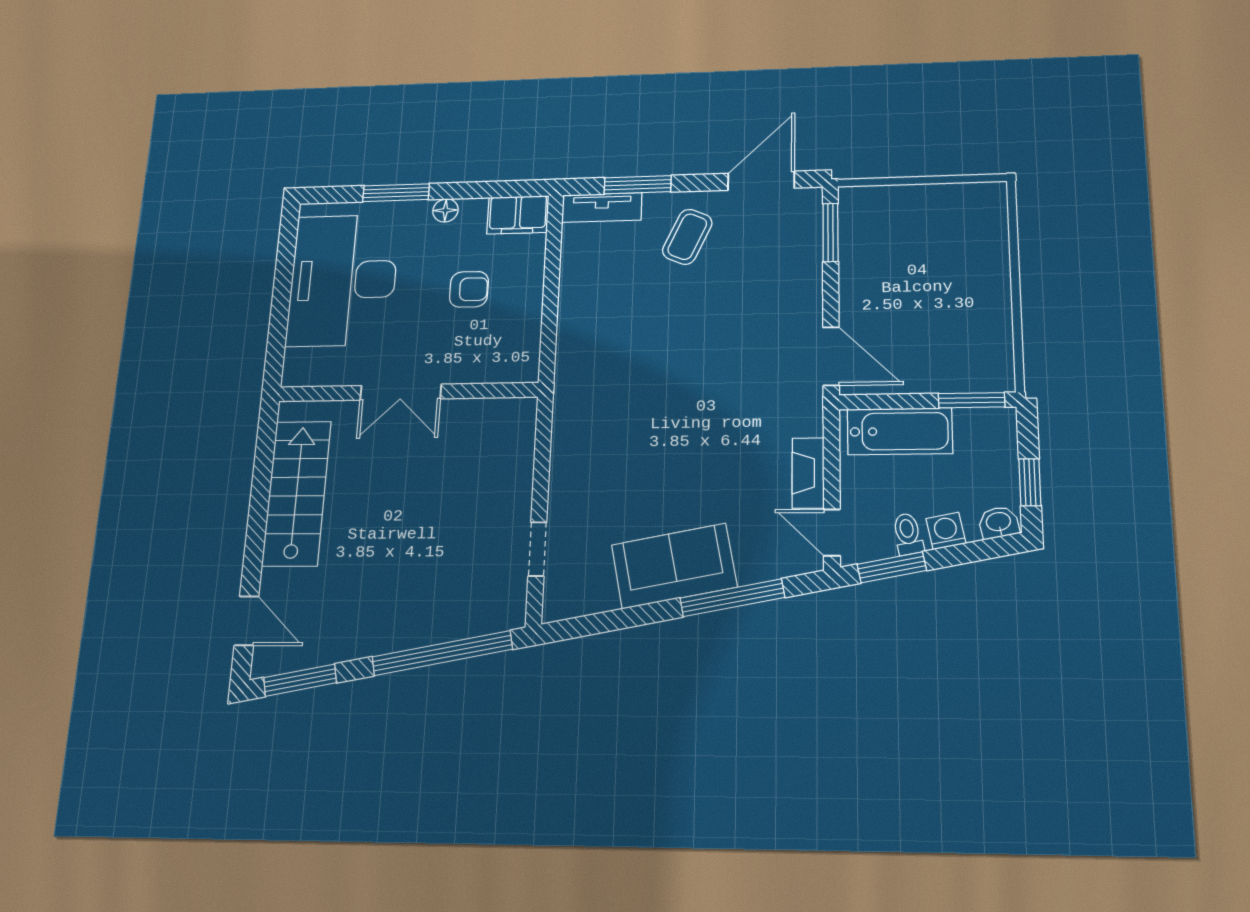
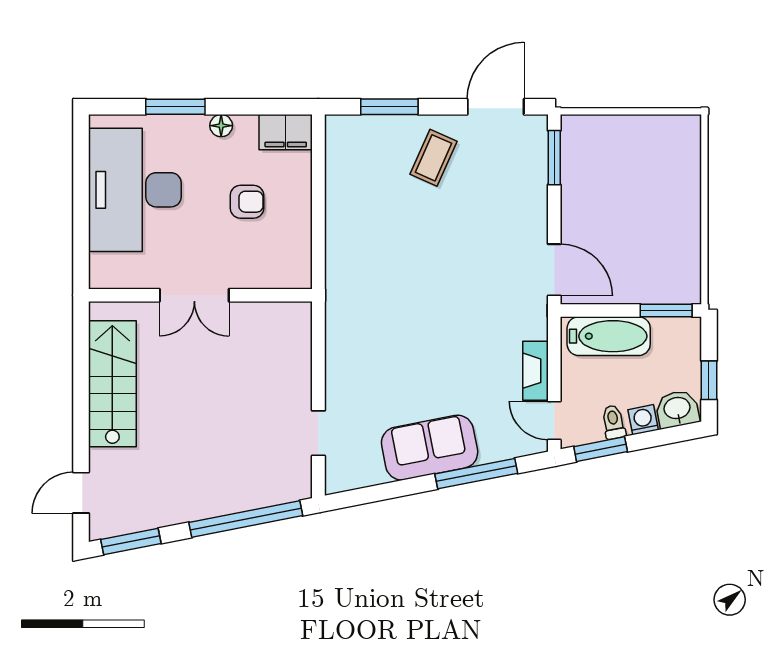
tv unit: (602, 207) -> (359, 128), removed
washbasin: (999, 522) -> (677, 409), width x1.38, depth x1.45
door: (246, 621) -> (81, 493), swing flipped

